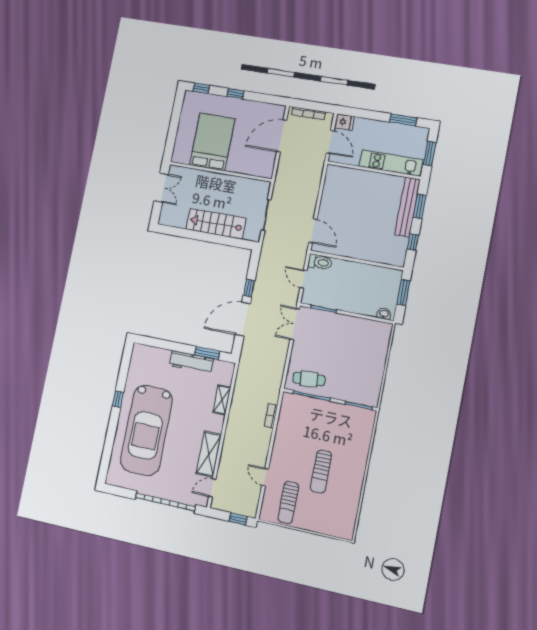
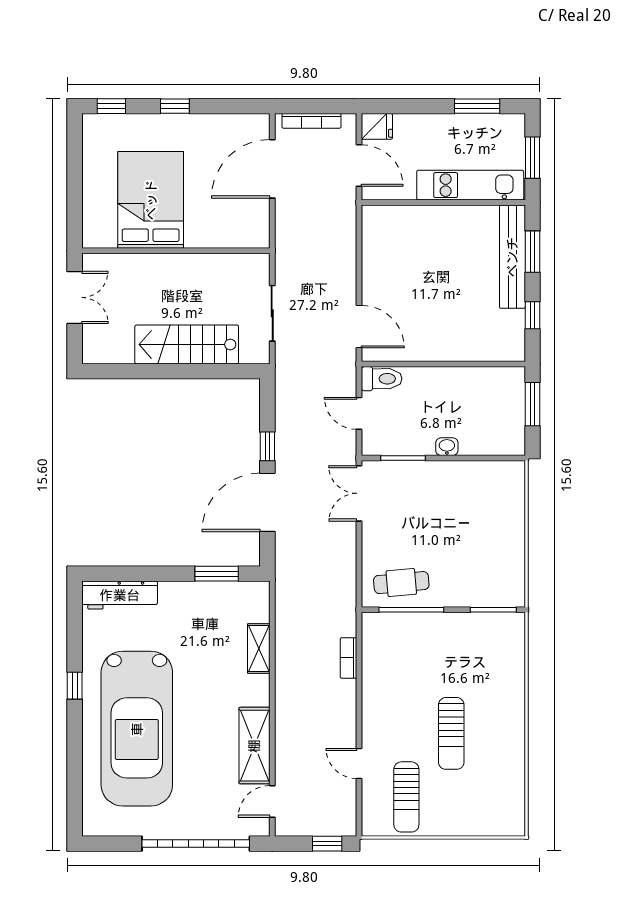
washbasin: (384, 314) -> (447, 447), moved
workbench: (191, 362) -> (120, 595), moved

